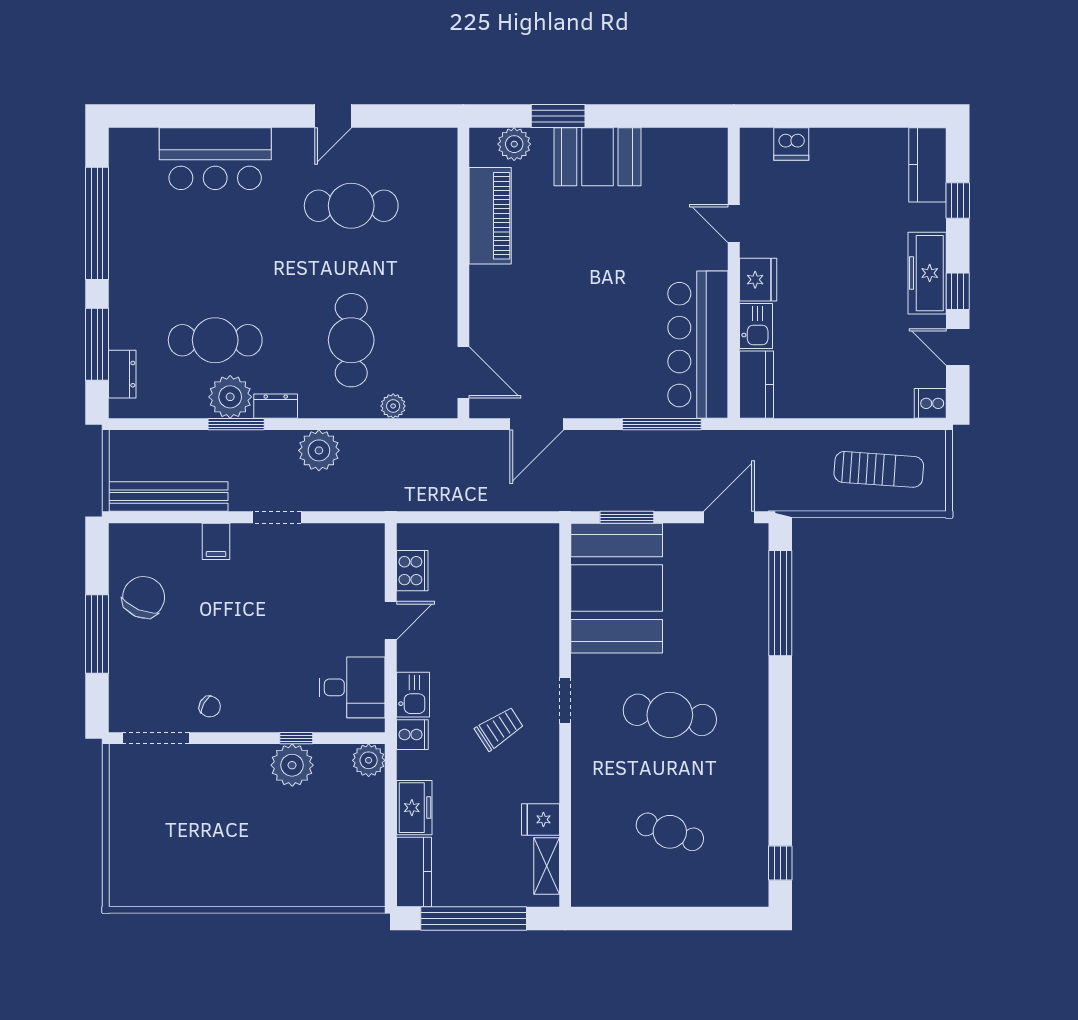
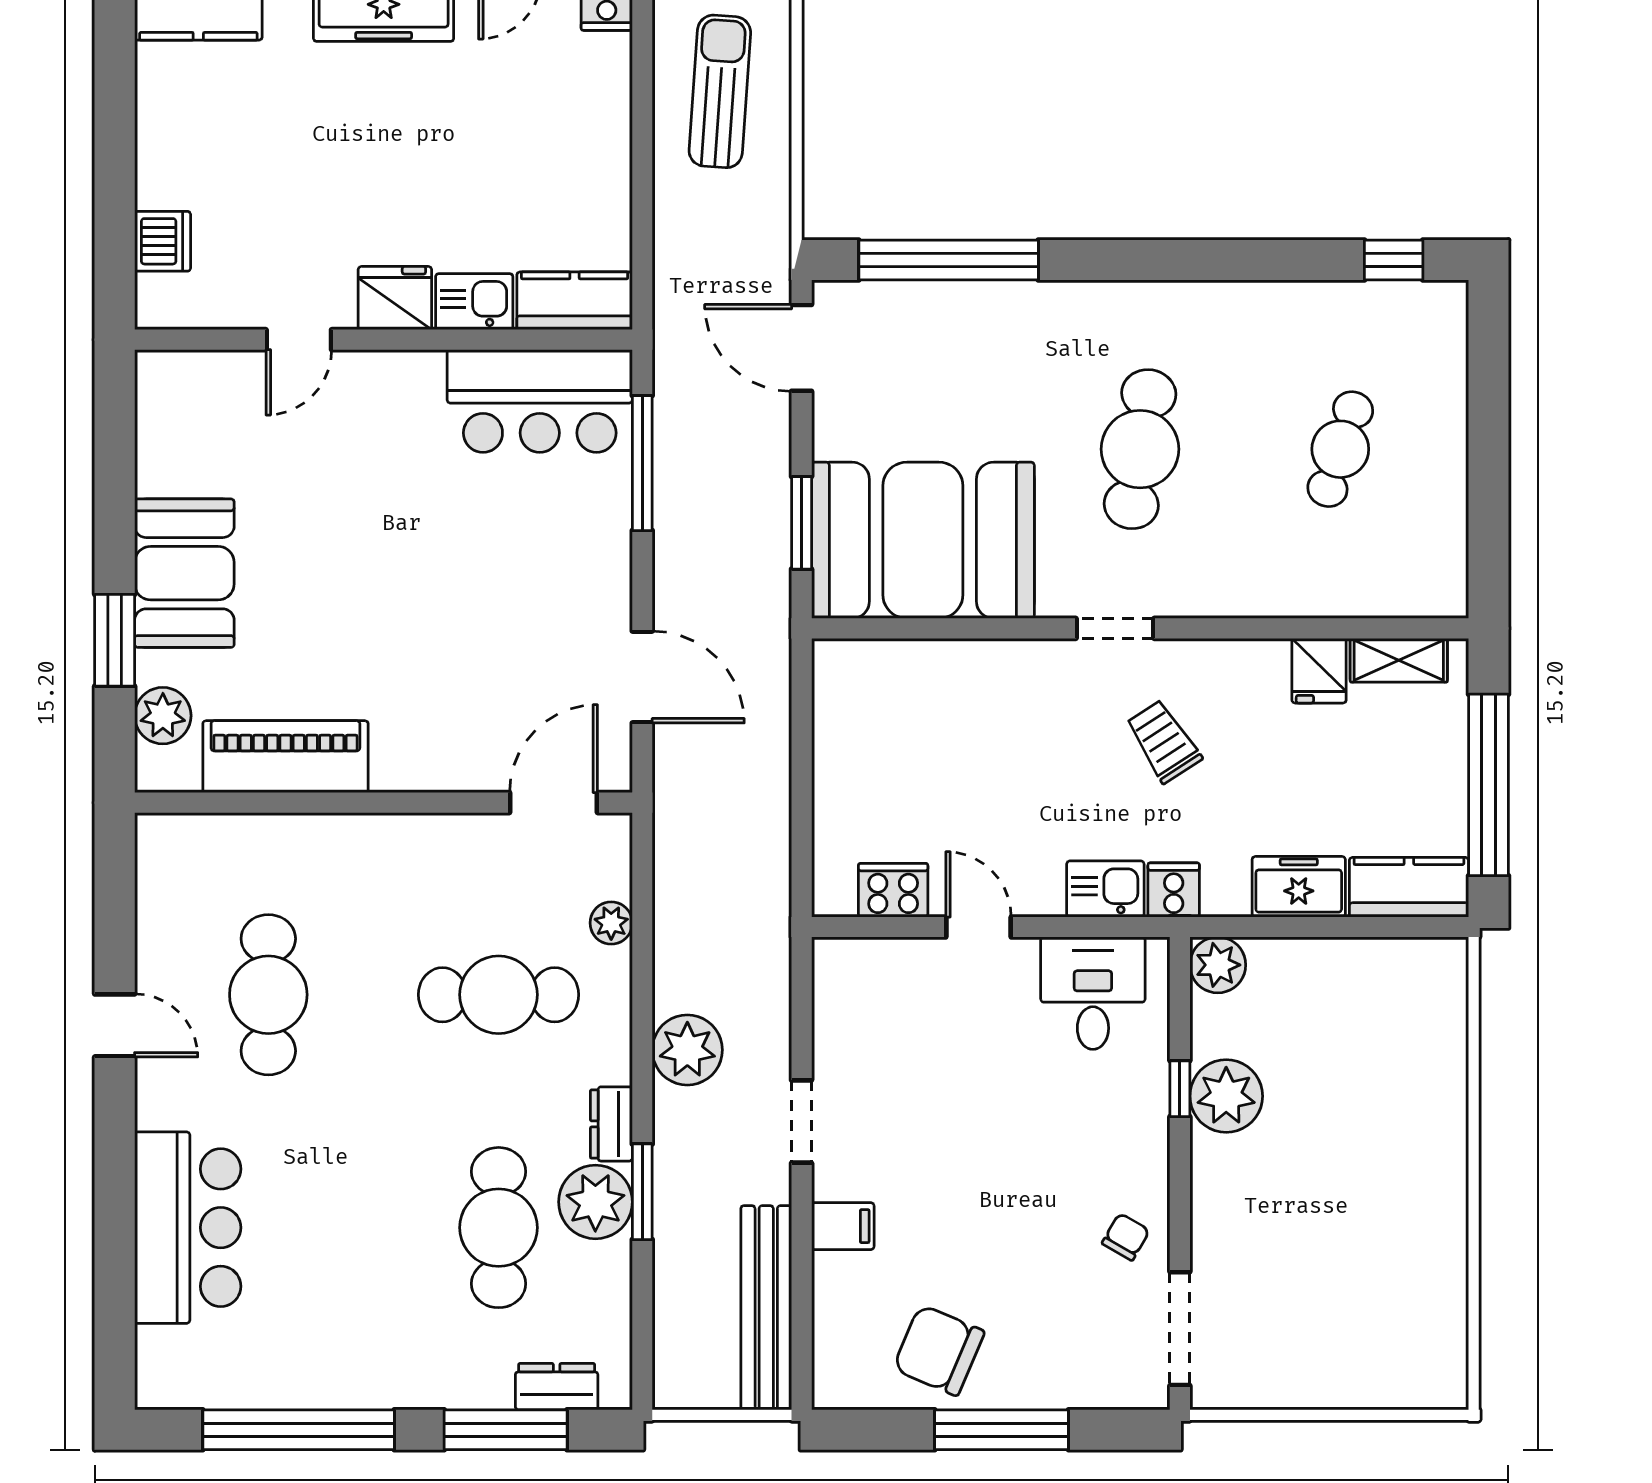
bar counter: (698, 345) -> (540, 401), width x0.73

